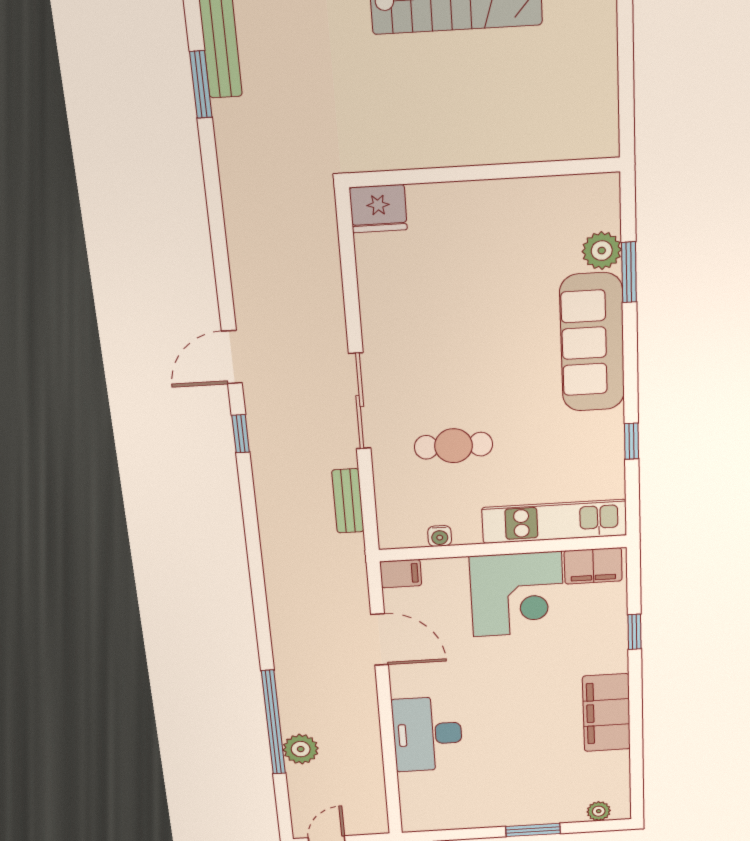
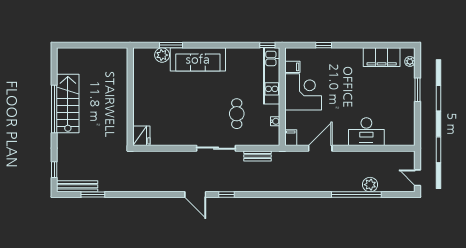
window: (632, 441) -> (267, 45), moved
filing cabinet: (593, 566) -> (292, 67), width x0.50
filing cabinet: (606, 713) -> (382, 57), moved

